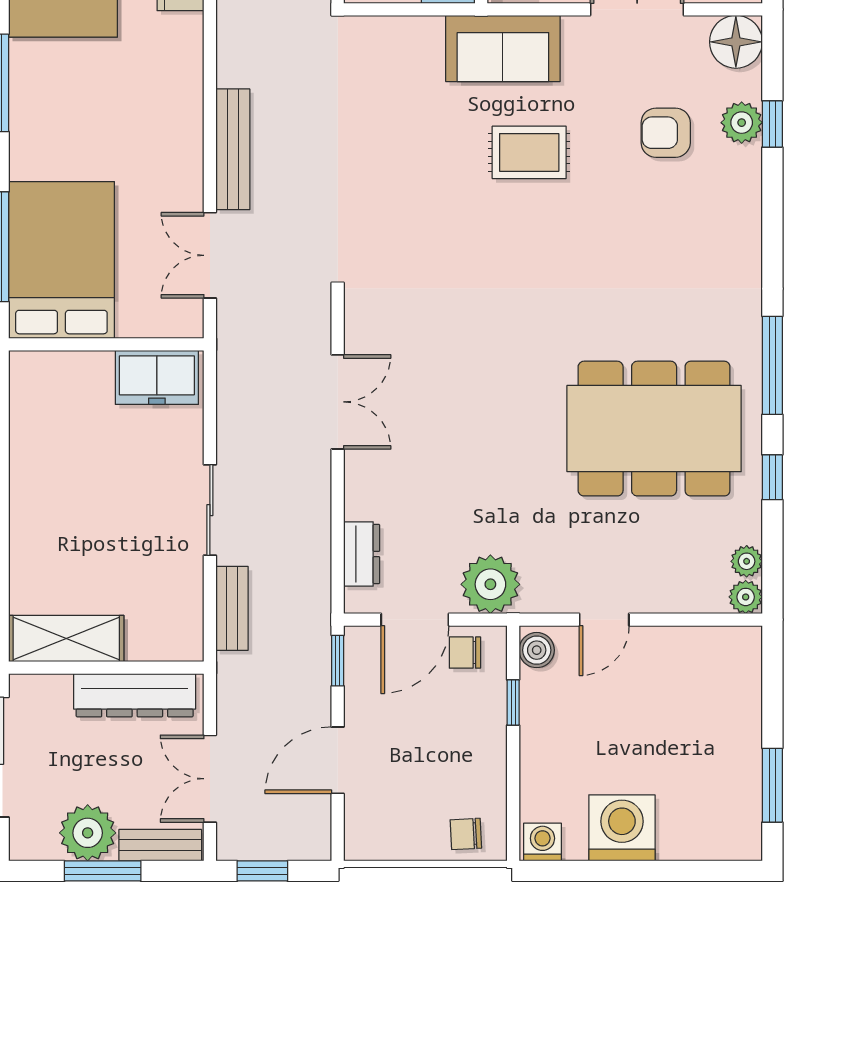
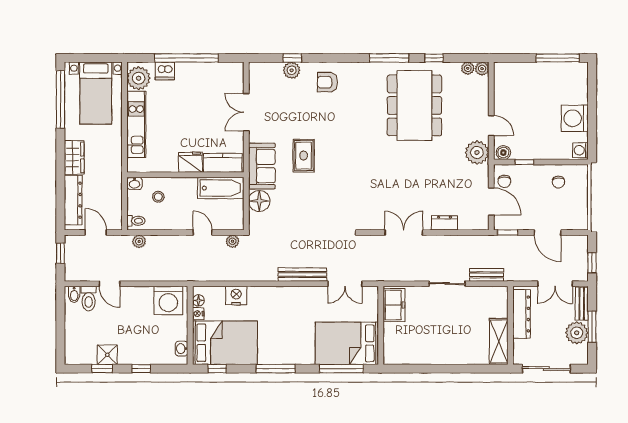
floor lamp: (736, 42) -> (259, 201), moved
armchair: (666, 133) -> (327, 82), moved, turned 90
dresser: (362, 554) -> (445, 223), moved
plant: (490, 584) -> (477, 153), moved
window: (772, 785) -> (558, 58), width x1.44
chair: (466, 834) -> (558, 182), moved

